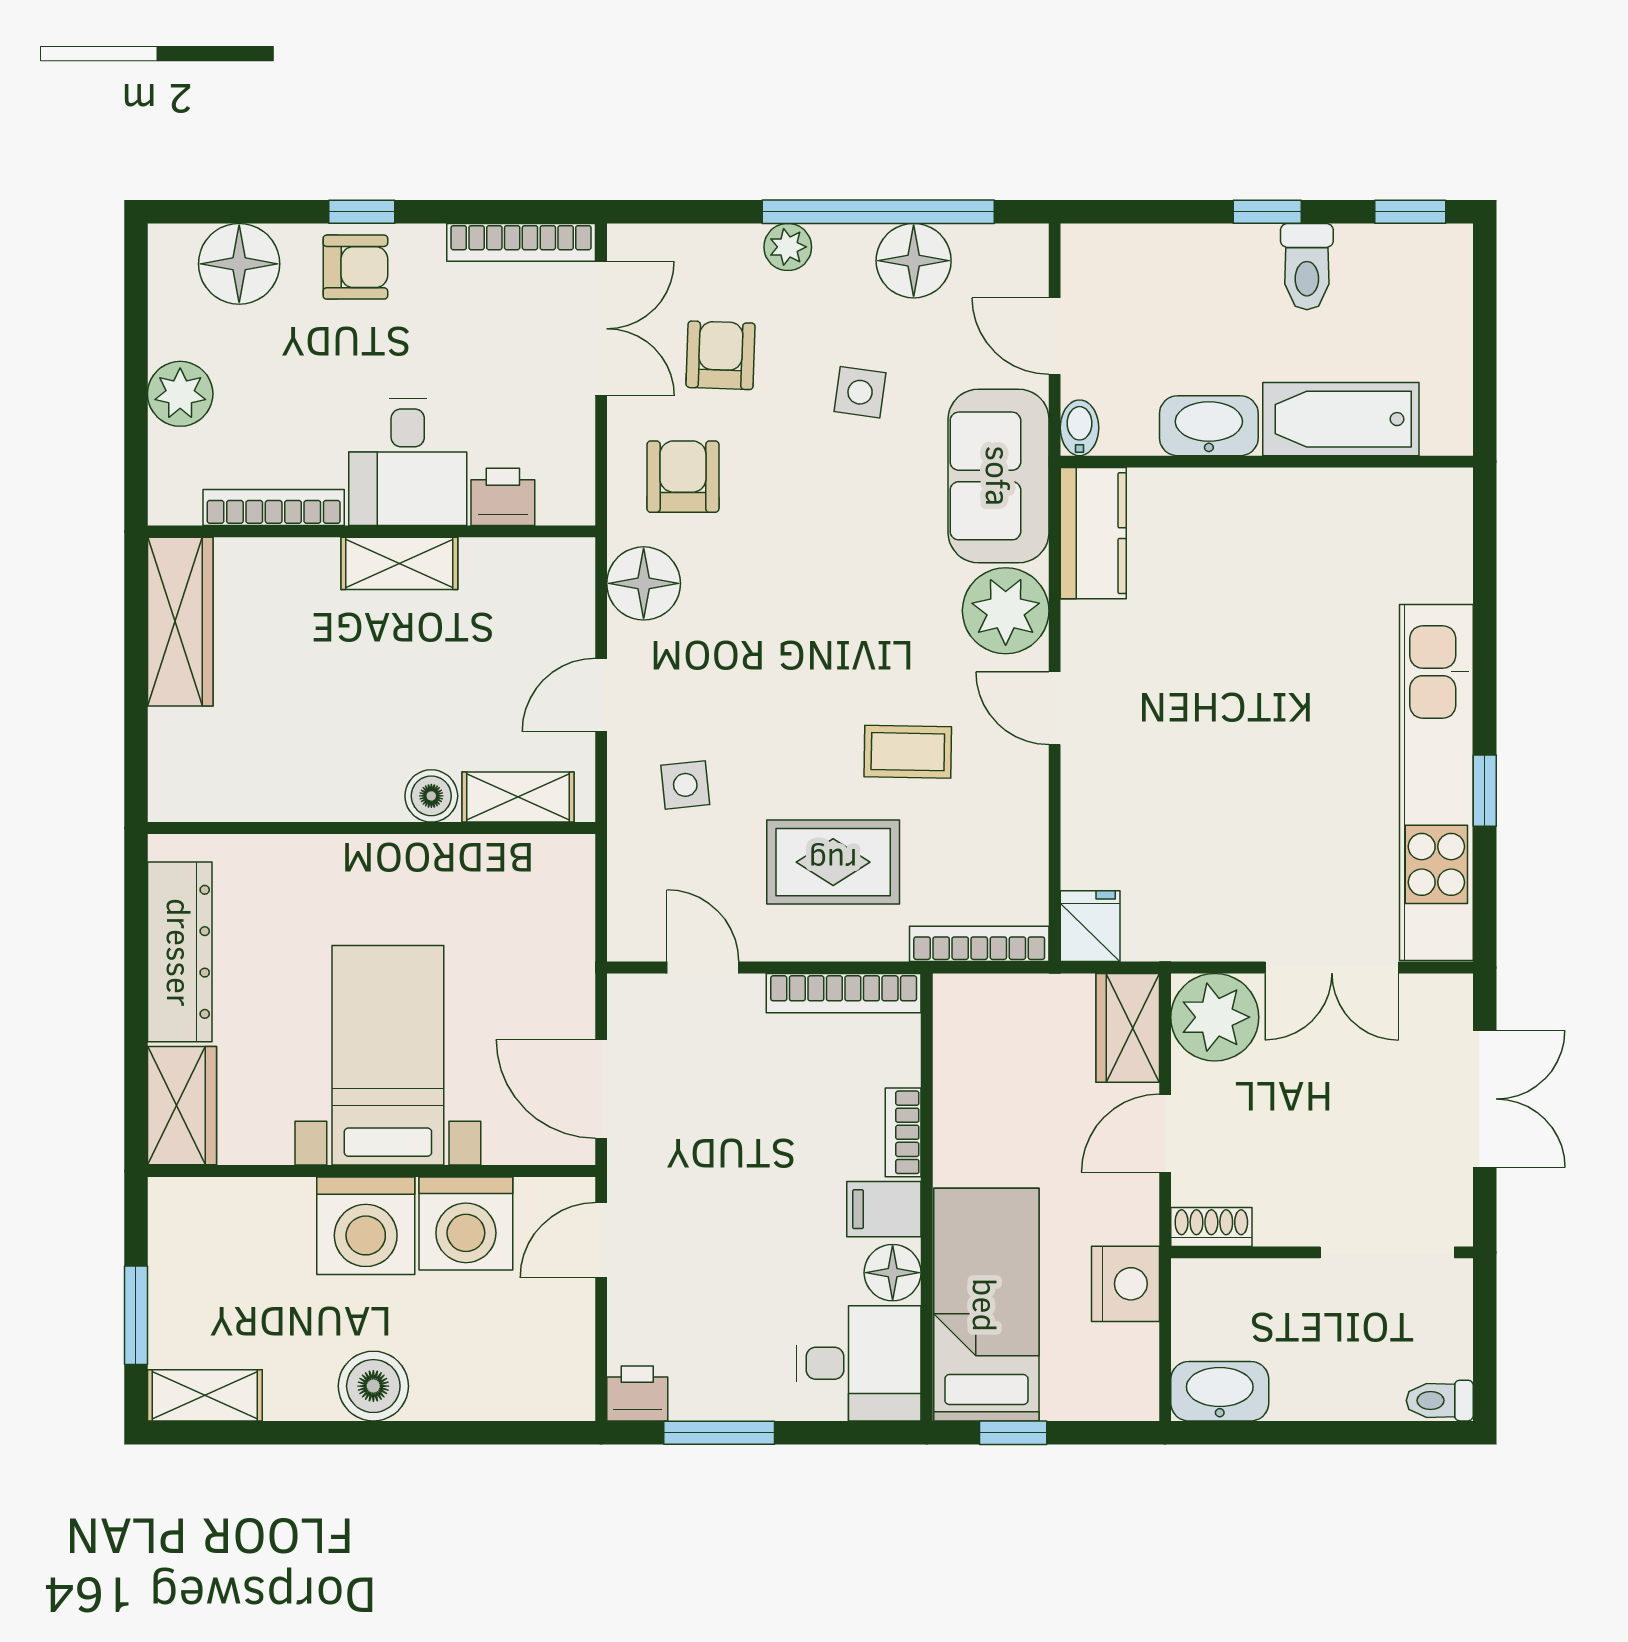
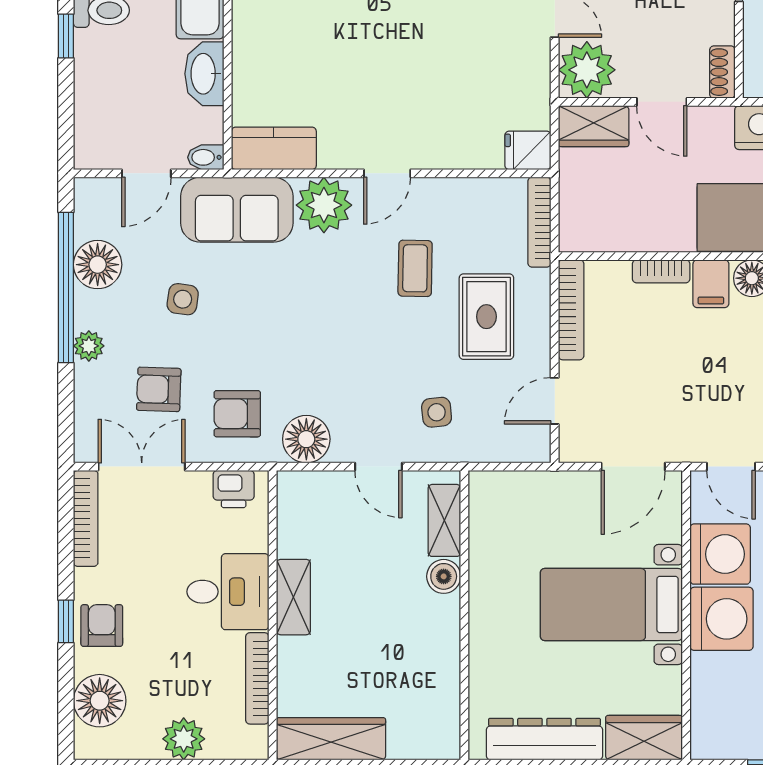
printer: (503, 497) -> (234, 489), moved, turned -90

